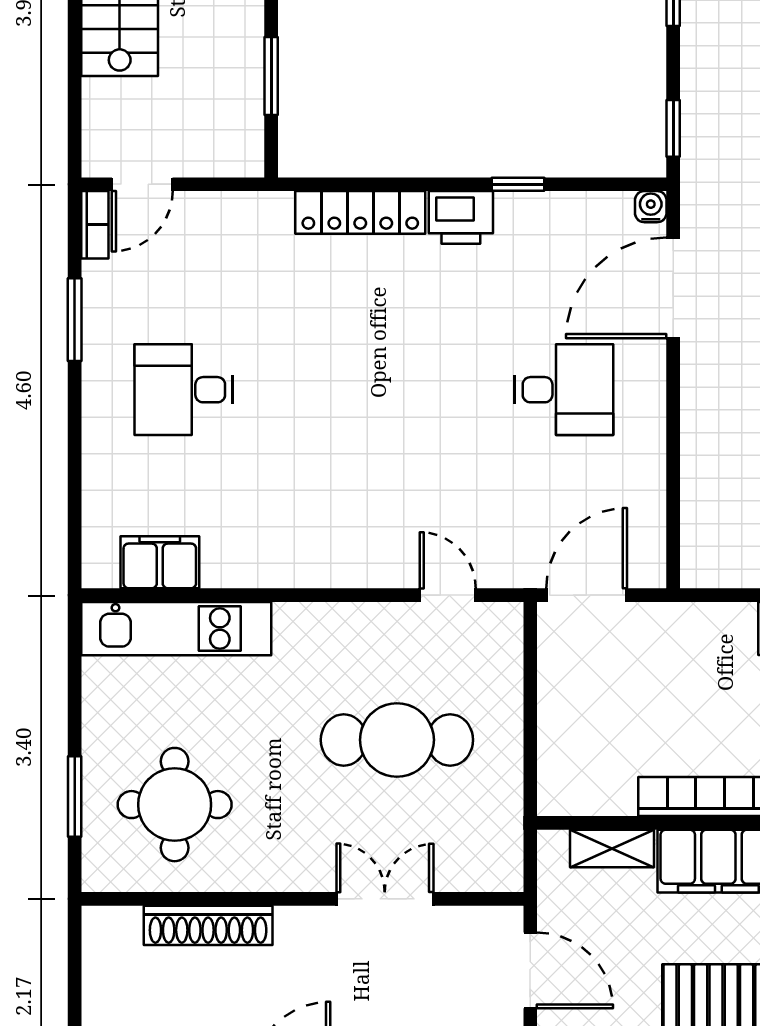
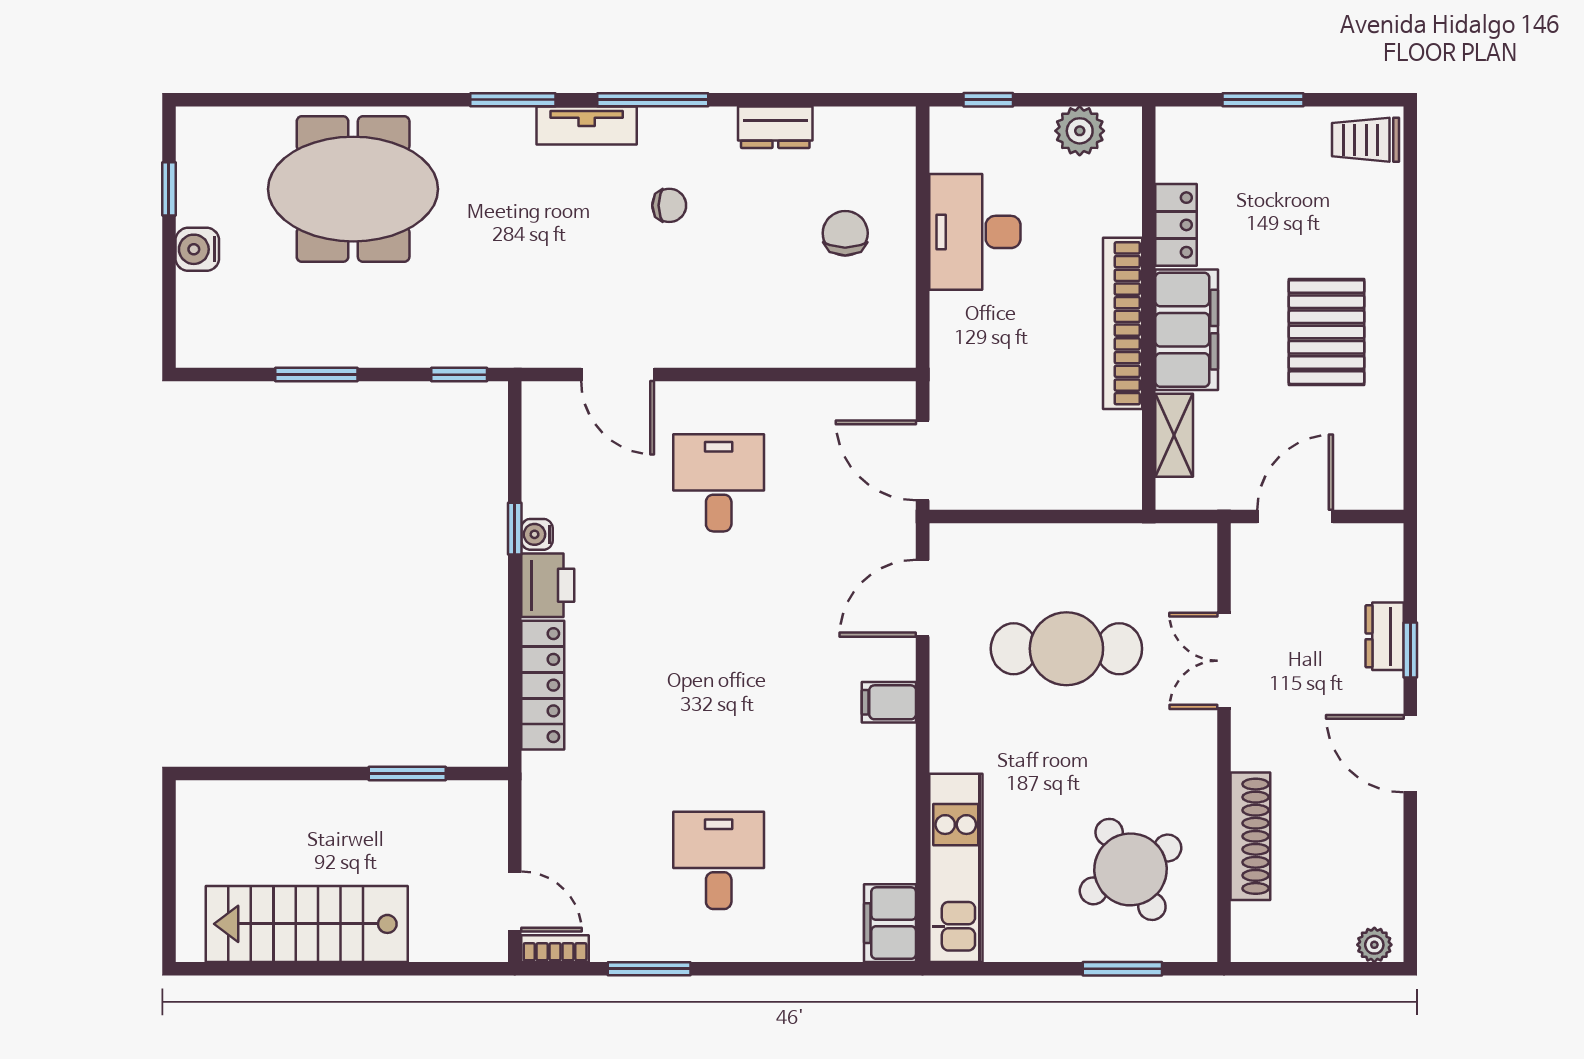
water cooler: (651, 207) -> (537, 534), moved
door: (673, 288) -> (618, 375), width x0.73
desk: (184, 390) -> (719, 860), turned 180
filing cabinet: (343, 561) -> (889, 702), added
filing cabinet: (160, 562) -> (890, 923), moved
door: (448, 595) -> (923, 598), width x1.37
cafe table: (397, 740) -> (1066, 649), turned 90
round table: (175, 805) -> (1131, 869), turned -30

